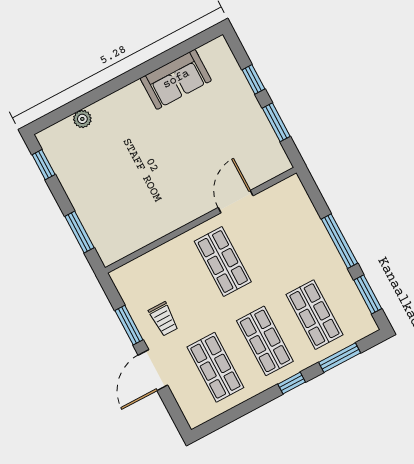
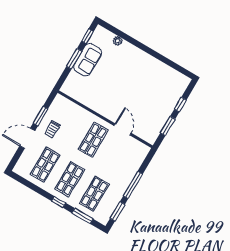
sofa: (176, 79) -> (88, 60), moved, turned -90
door: (236, 202) -> (123, 129), hinge flipped
window: (79, 232) -> (74, 59), moved

